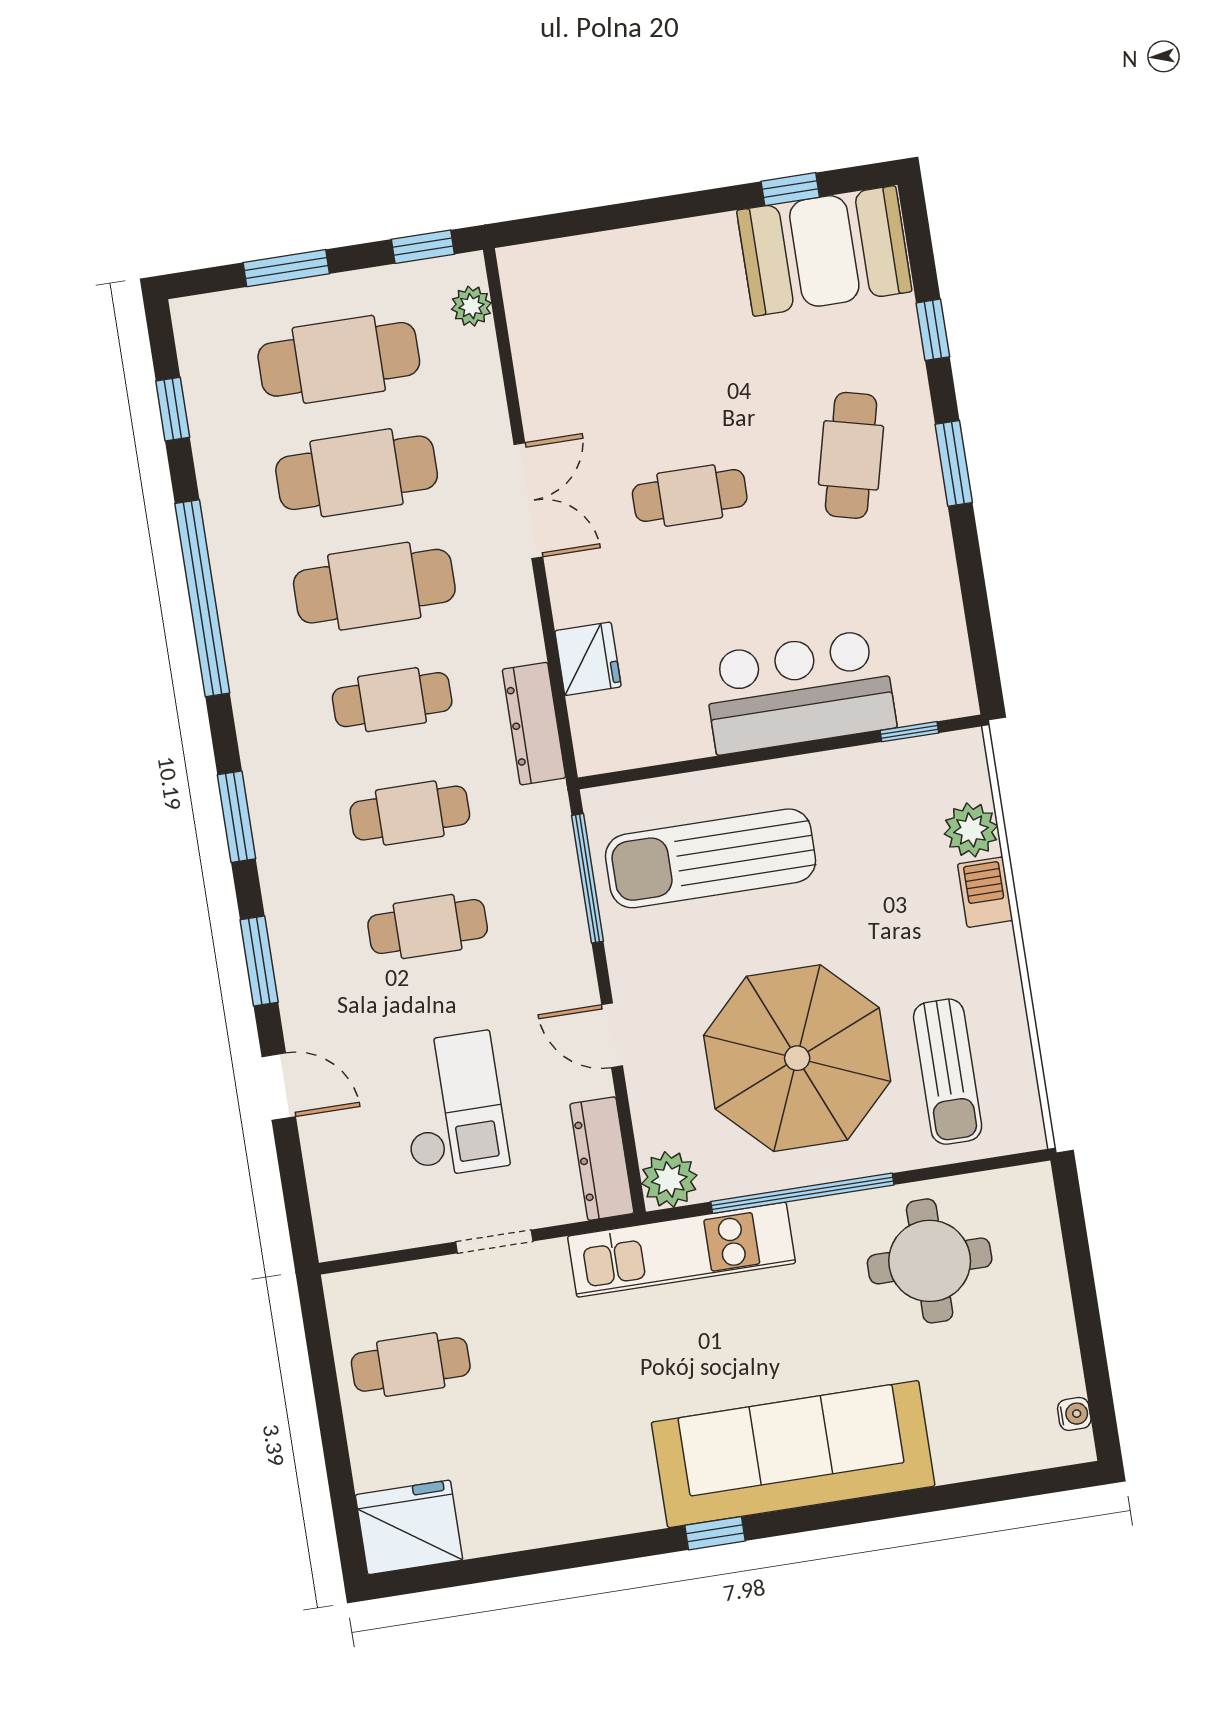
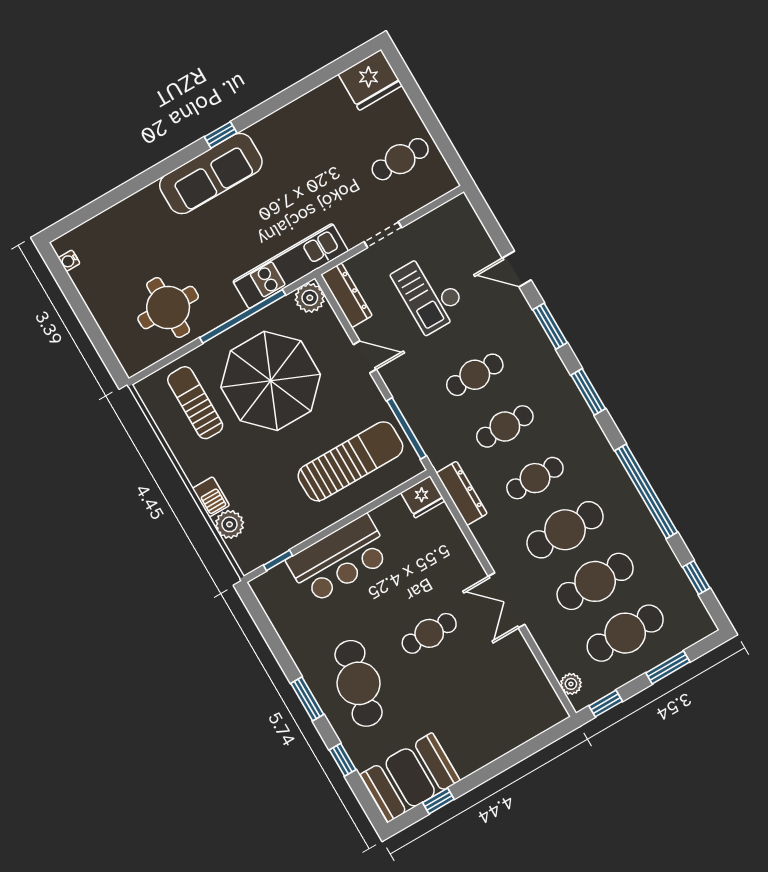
cafe table: (851, 455) -> (359, 683), width x1.37, depth x1.35
fridge: (588, 659) -> (423, 497), moved, turned -90
sofa: (793, 1454) -> (211, 174), width x0.74, depth x0.79

